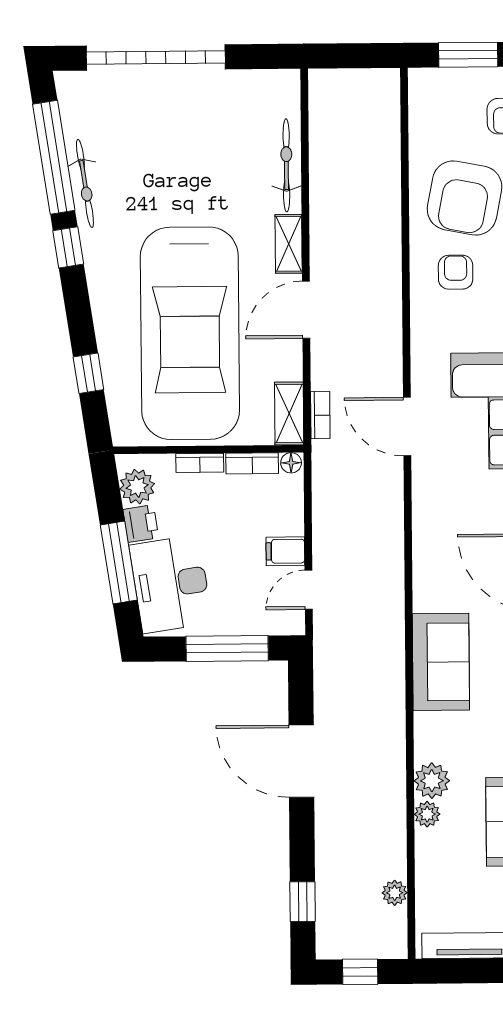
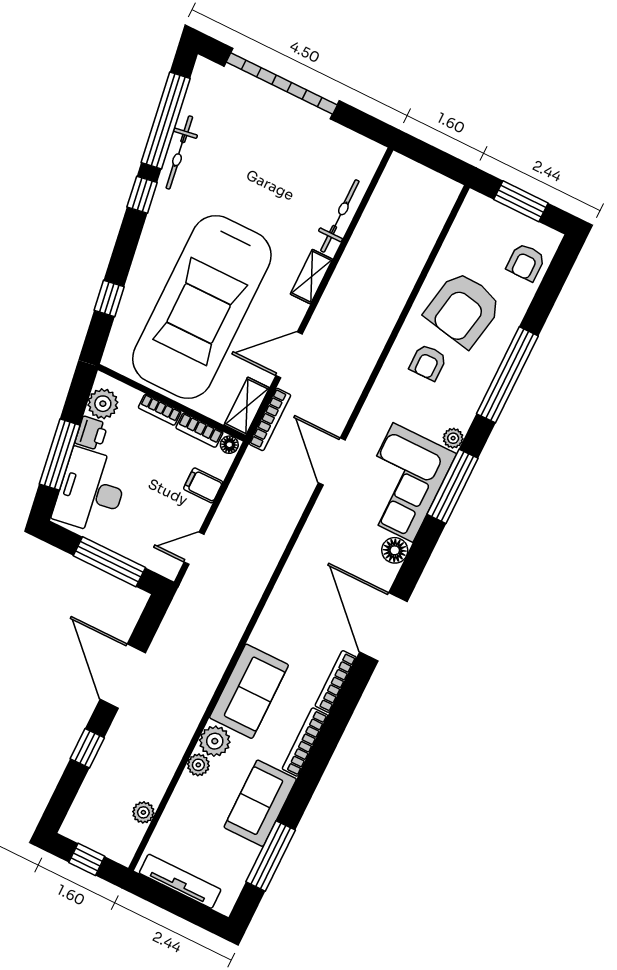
armchair: (456, 272) -> (428, 362), turned 180
door: (306, 310) -> (289, 355), moved
bookcase: (320, 415) -> (270, 419), width x1.56
filing cabinet: (285, 551) -> (203, 485), moved
sofa: (441, 662) -> (249, 691), moved
window: (303, 902) -> (87, 748), moved

